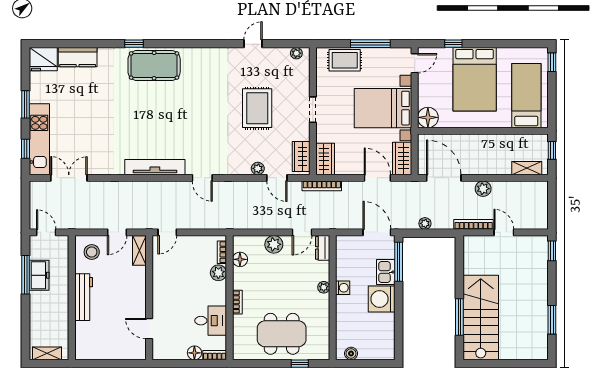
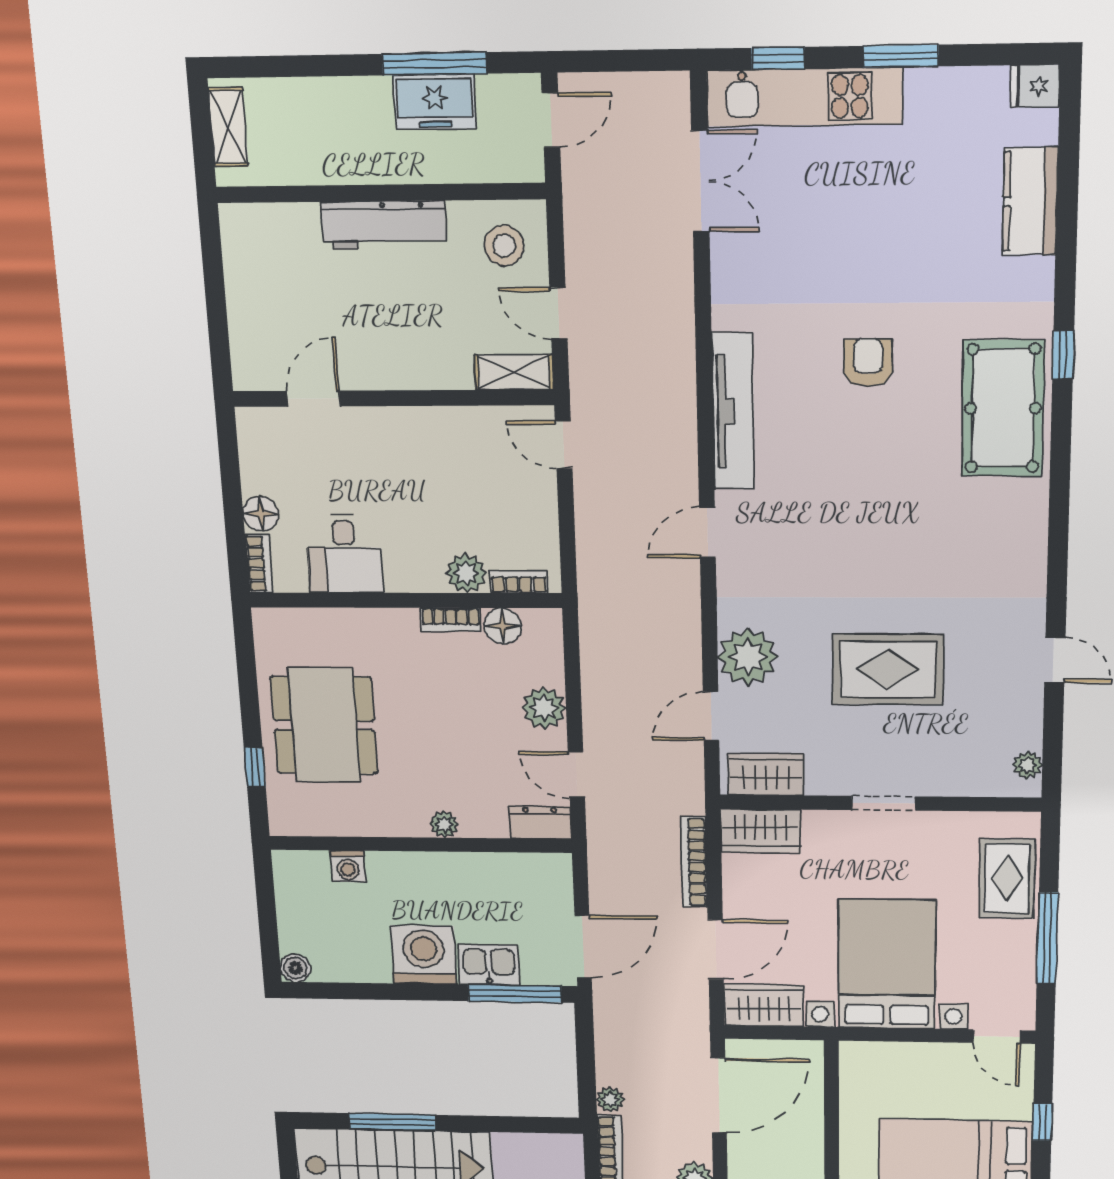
fridge: (43, 59) -> (1035, 86), width x0.53, depth x0.75
armchair: (137, 116) -> (868, 363), added
floor lamp: (428, 117) -> (864, 1064), removed
plant: (258, 168) -> (748, 657), width x1.88, depth x1.88
bookcase: (322, 186) -> (694, 862), moved
plant: (425, 223) -> (610, 1100), moved
washing machine: (343, 288) -> (348, 866), moved
bookcase: (237, 302) -> (451, 620), moved
boiler: (351, 354) -> (295, 968), moved

